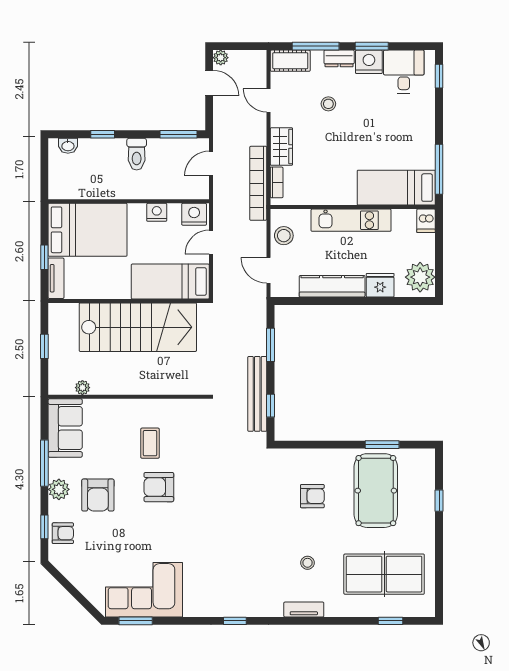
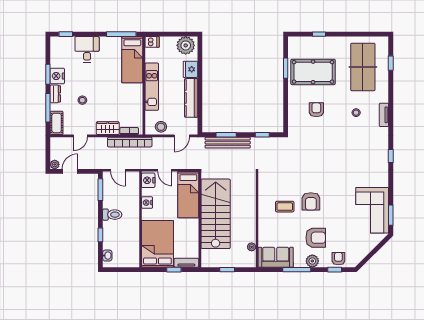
desk: (404, 72) -> (87, 49), moved, turned 90
bench: (257, 394) -> (228, 143), moved

